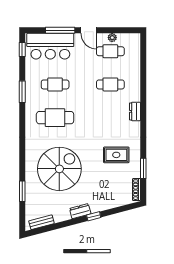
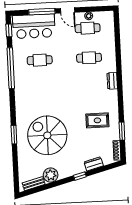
window: (22, 92) -> (11, 68), width x2.11
cafe table: (55, 118) -> (41, 90), removed
spiral stairs: (59, 169) -> (47, 135), turned -90
window: (22, 191) -> (14, 135), moved
dresser: (80, 211) -> (94, 164), moved
plant: (61, 214) -> (51, 175), added

